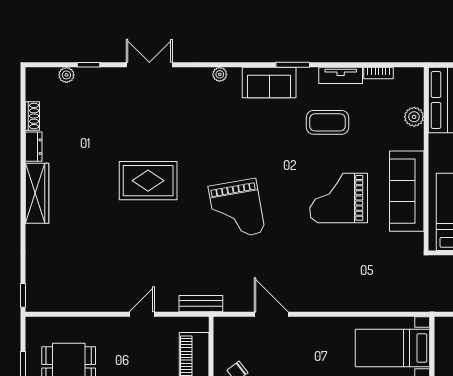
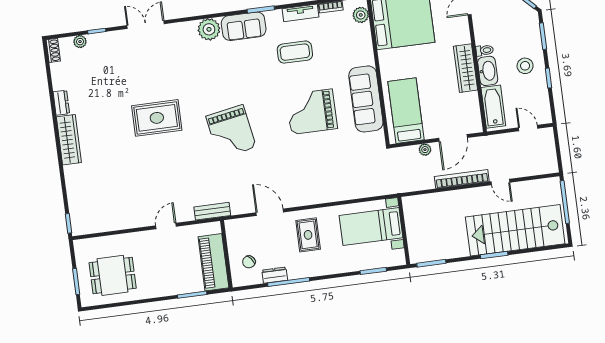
plant: (220, 74) -> (209, 29), width x1.88, depth x1.88
shoe rack: (32, 116) -> (53, 50), moved
plant: (414, 117) -> (361, 15), moved
rug: (314, 348) -> (308, 235), added

